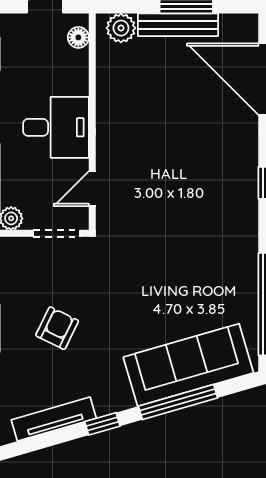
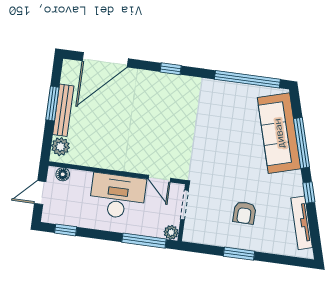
desk: (56, 127) -> (118, 196), width x1.37
armchair: (57, 328) -> (244, 213), turned -115

